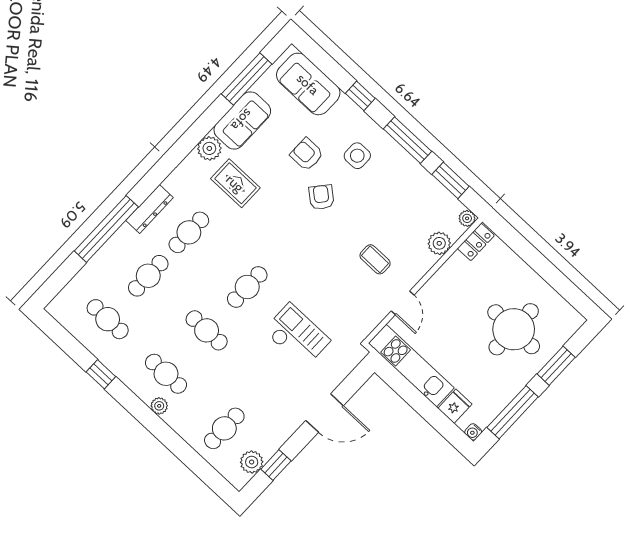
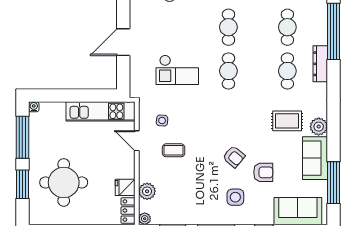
side table: (359, 300) -> (162, 120), added
cafe table: (207, 330) -> (228, 27), turned 90
fridge: (455, 406) -> (125, 187), moved, turned 90

